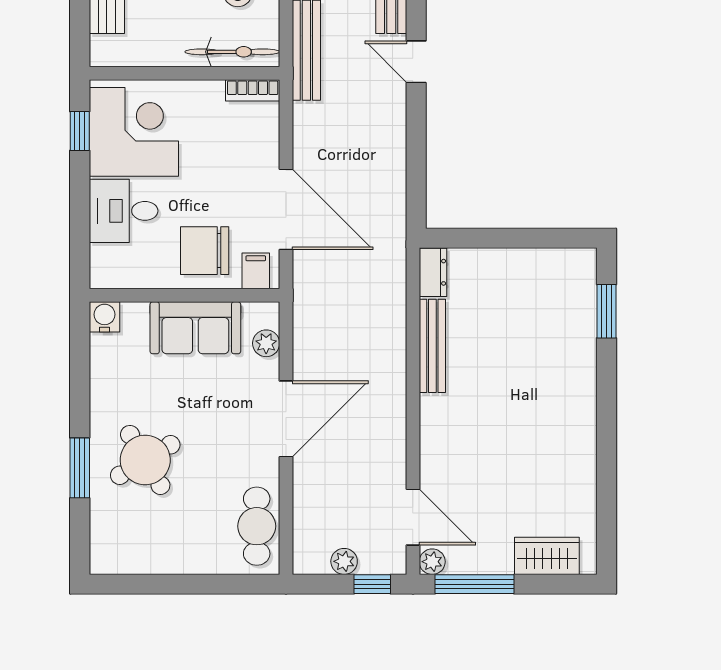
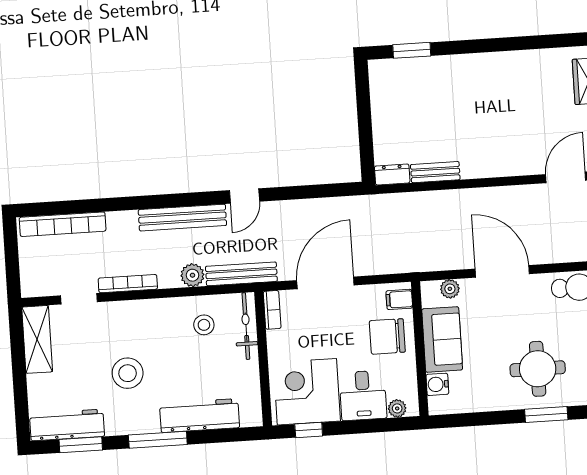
door: (286, 209) -> (325, 283), moved
chair: (205, 251) -> (387, 336), turned 90
plant: (102, 258) -> (397, 408), added
water cooler: (104, 317) -> (437, 384), moved
bench: (432, 346) -> (435, 172), width x0.73
round table: (145, 460) -> (538, 369), turned 31

